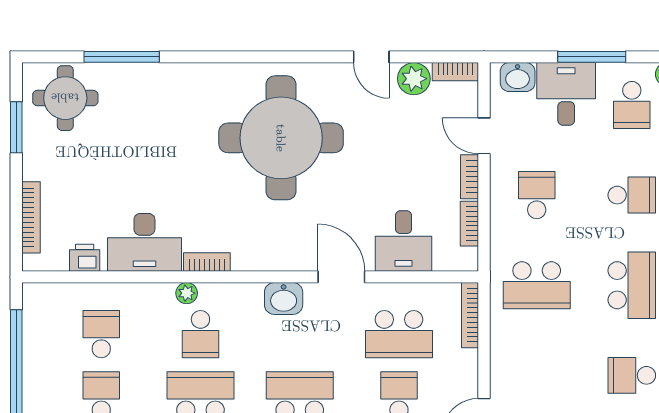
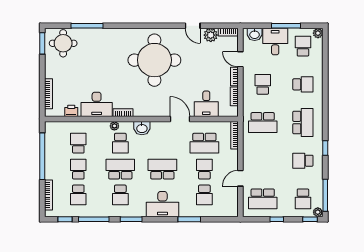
school desk: (632, 105) -> (303, 46), turned 180
window: (16, 127) -> (42, 43), moved
washbasin: (284, 298) -> (142, 128), moved

